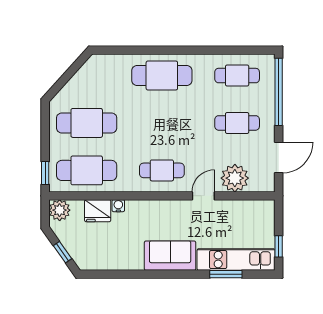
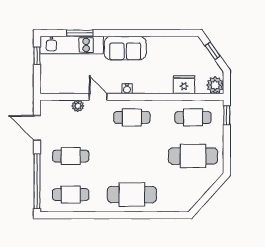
door: (279, 158) -> (37, 128), hinge flipped
cafe table: (87, 170) -> (193, 117), width x0.73, depth x0.74
plant: (235, 178) -> (78, 106), width x0.53, depth x0.53
door: (203, 196) -> (98, 97), swing flipped
water cooler: (118, 206) -> (127, 89), moved

